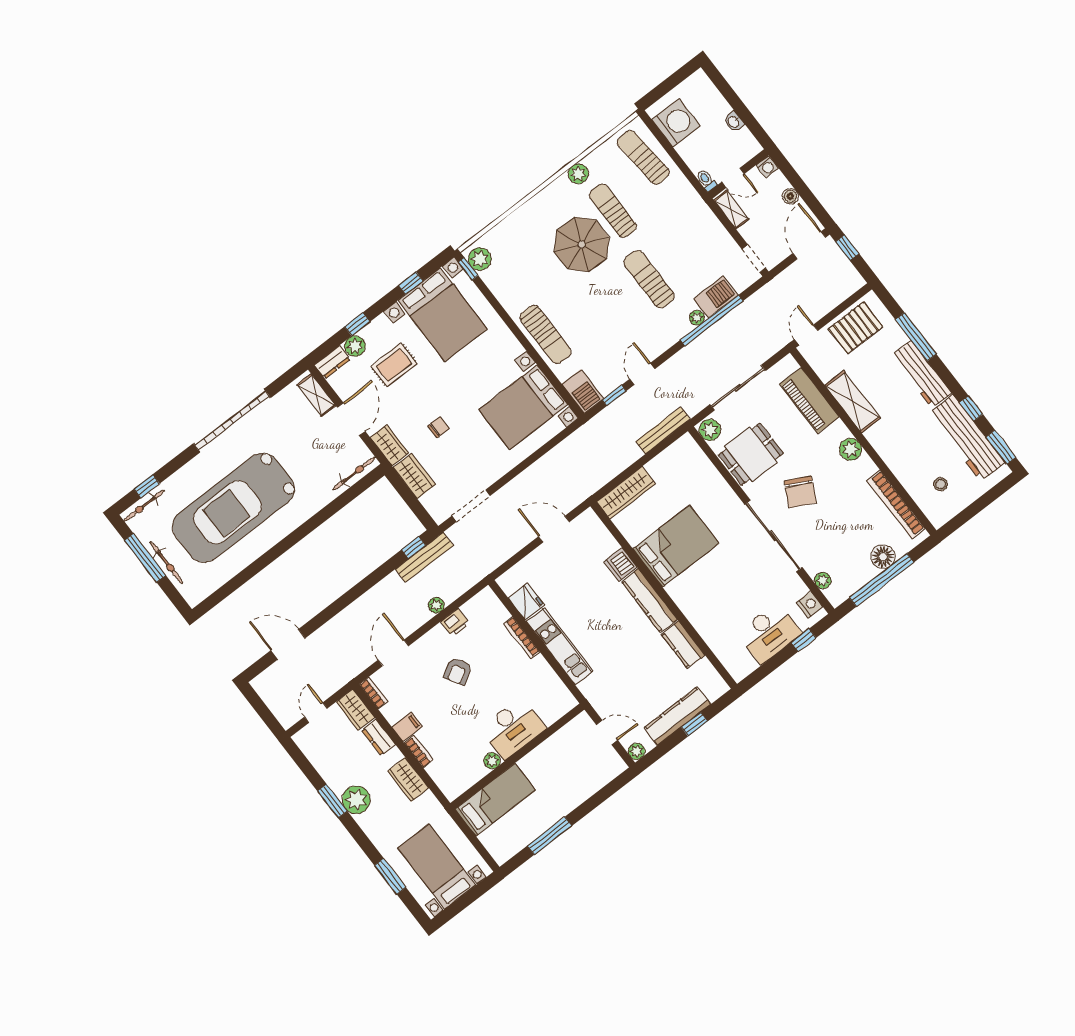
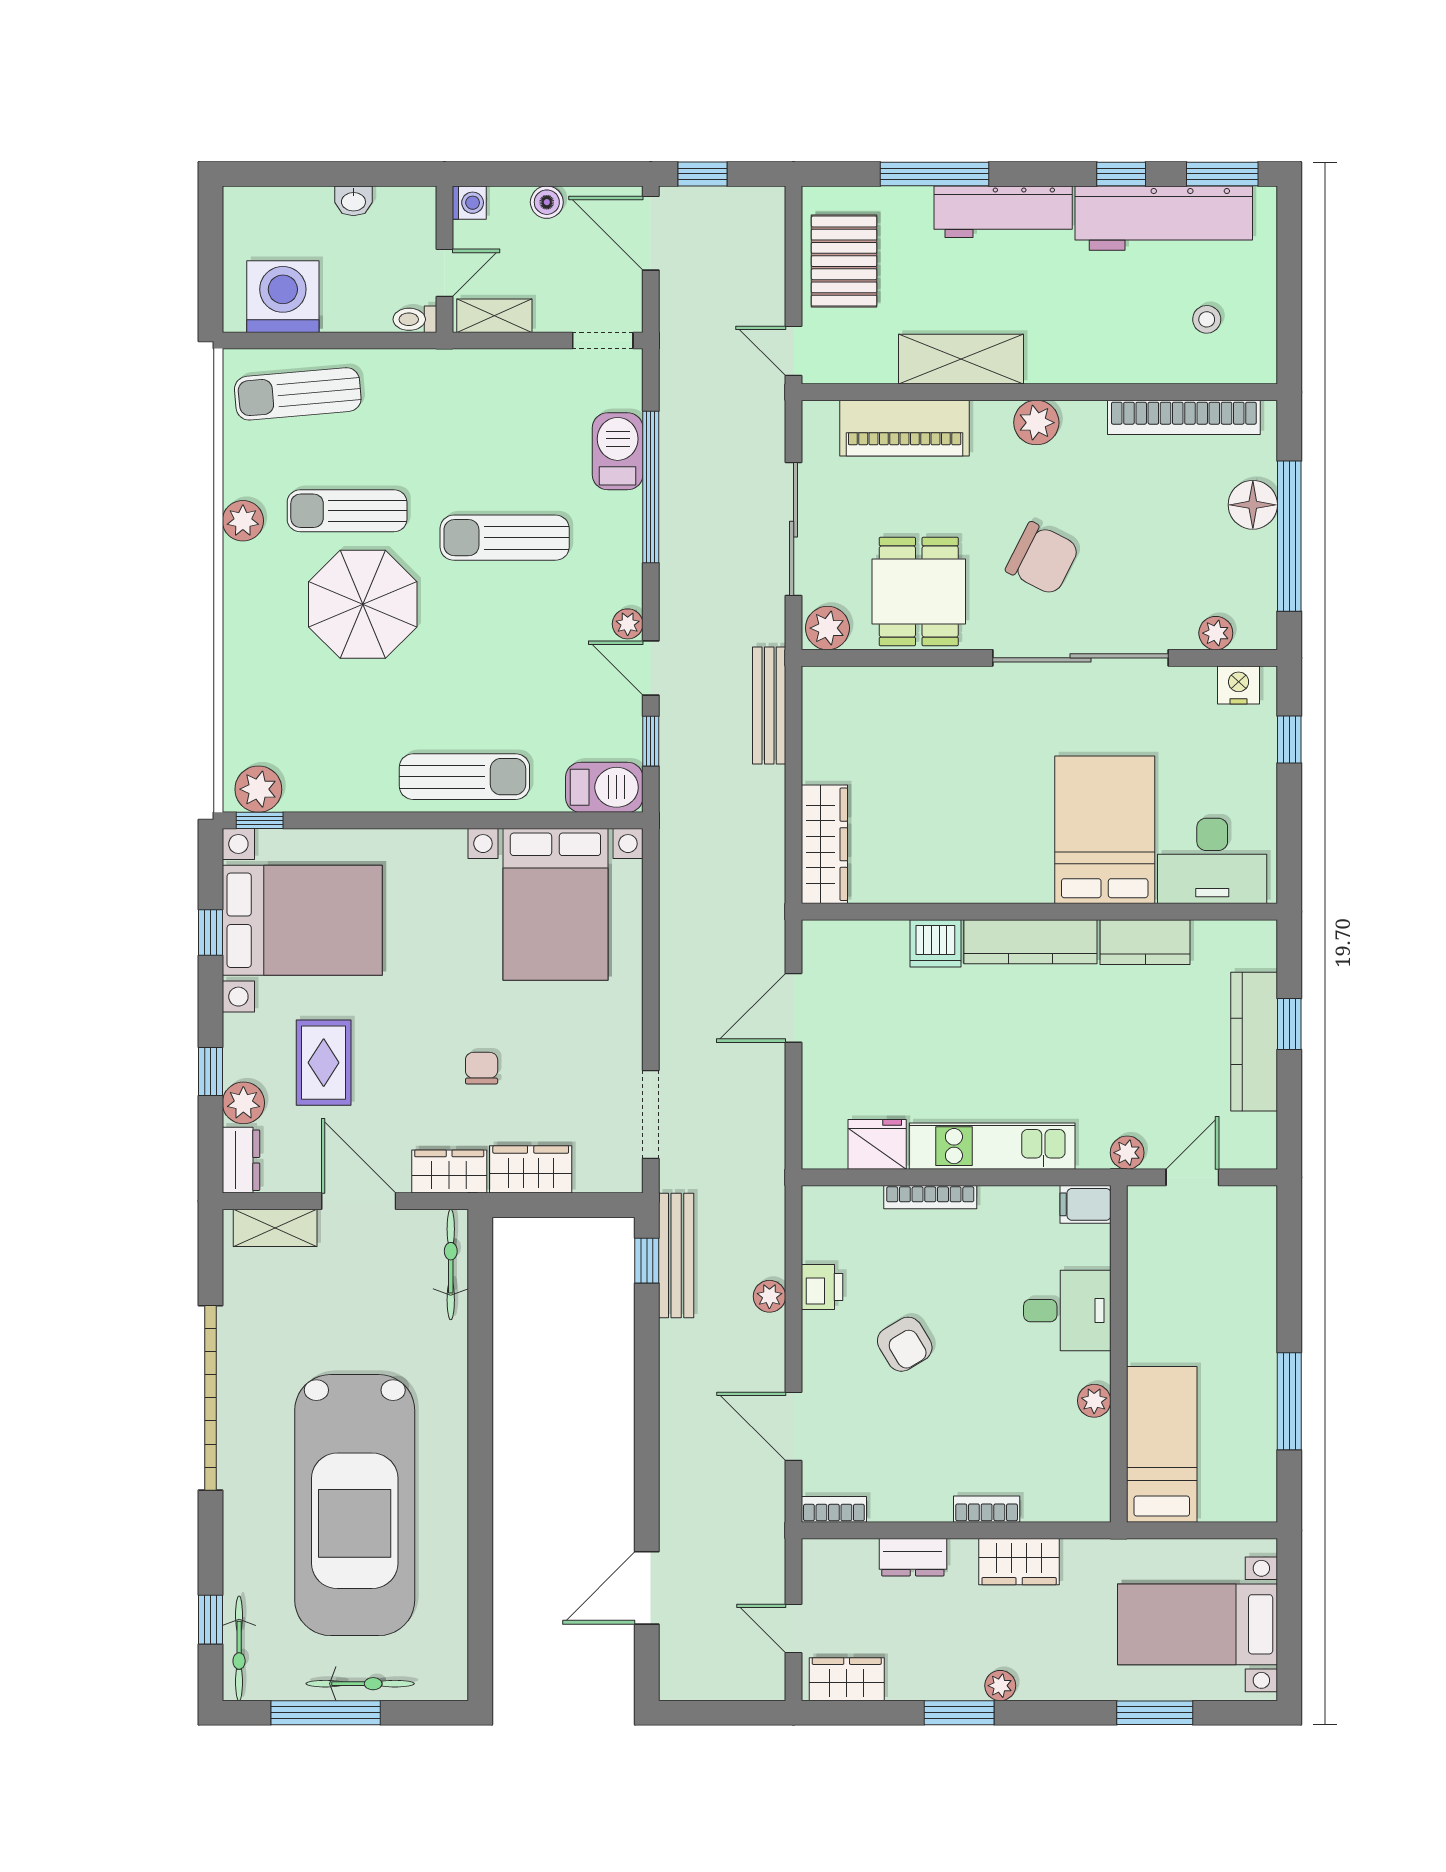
plant: (697, 318) -> (628, 624), moved
bed: (676, 546) -> (1105, 830), moved
desk: (769, 633) -> (1212, 861), moved, turned 90
wardrobe: (355, 710) -> (847, 1679), moved, turned 180
filing cabinet: (407, 727) -> (1085, 1204), moved, turned -90
desk: (513, 728) -> (1067, 1311), width x0.73
plant: (637, 751) -> (1127, 1153), moved
plant: (356, 800) -> (1000, 1686), width x0.53, depth x0.53

